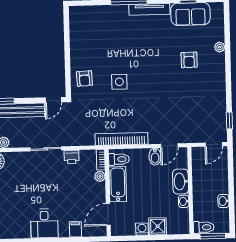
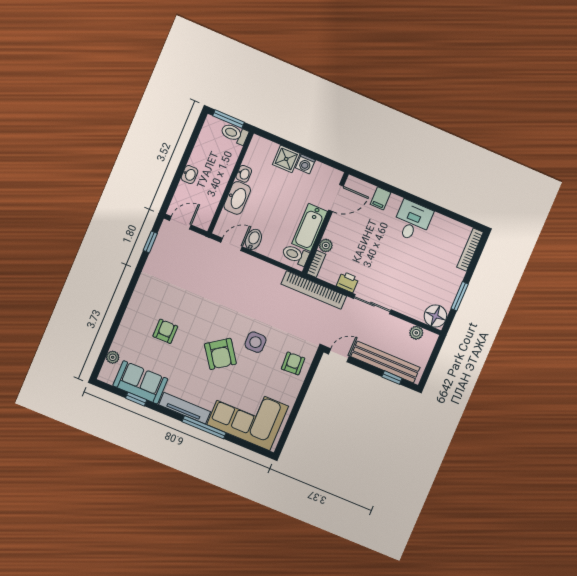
corner sofa: (101, 25) -> (248, 415), added
plant: (220, 47) -> (113, 357), moved
armchair: (141, 61) -> (220, 354), added
bookcase: (122, 139) -> (314, 290), moved
washbasin: (223, 201) -> (190, 175), moved

